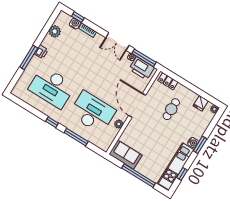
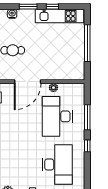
water cooler: (193, 143) -> (12, 14), moved
sofa: (126, 155) -> (76, 65), removed
window: (182, 174) -> (52, 7), moved

